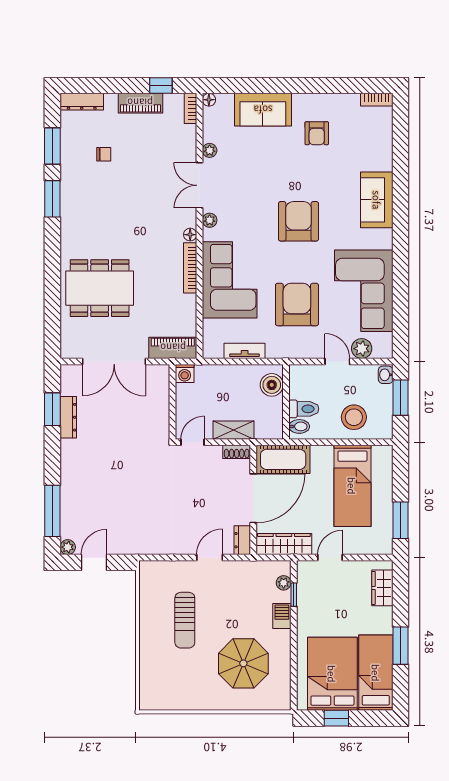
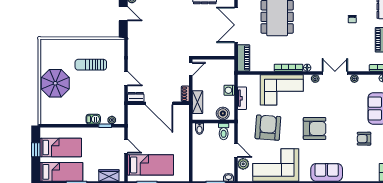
armchair: (297, 304) -> (268, 128), turned -86
door: (337, 361) -> (236, 150), hinge flipped
washing machine: (185, 373) -> (229, 90), moved
toilet: (304, 409) -> (224, 131), moved
stool: (354, 417) -> (205, 160), removed
shelving: (233, 430) -> (197, 102), moved
door: (193, 442) -> (191, 69), hinge flipped
cot: (283, 459) -> (181, 120), removed
bed: (352, 486) -> (150, 165), moved, turned 180
wardrobe: (284, 544) -> (134, 120), removed
parasol: (243, 663) -> (55, 83), moved
bed: (332, 674) -> (61, 148), width x0.67

